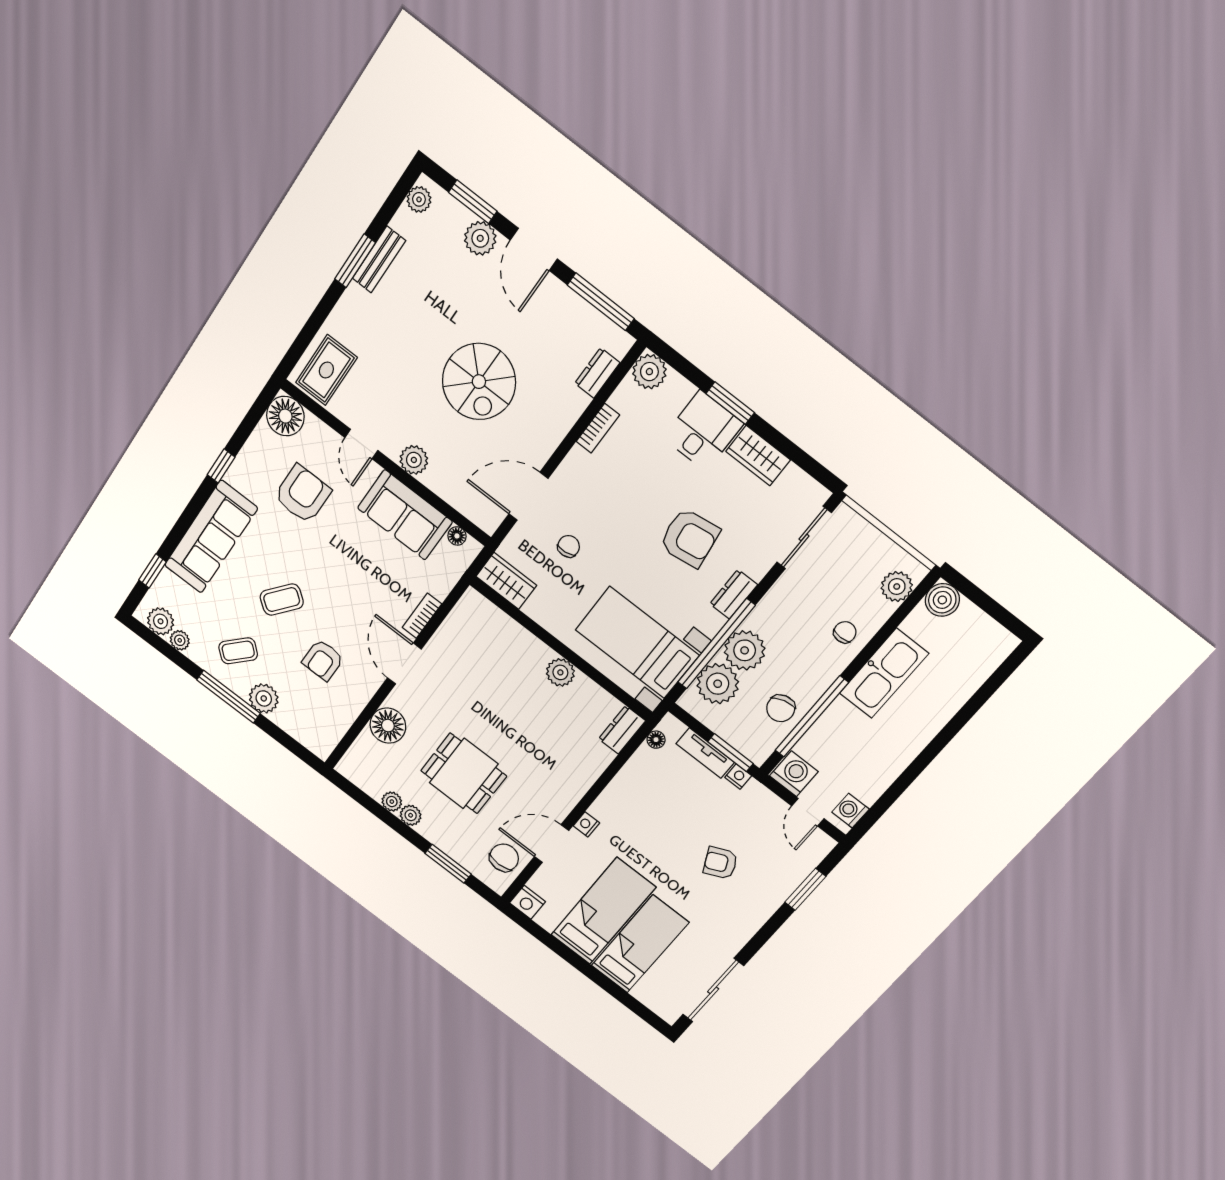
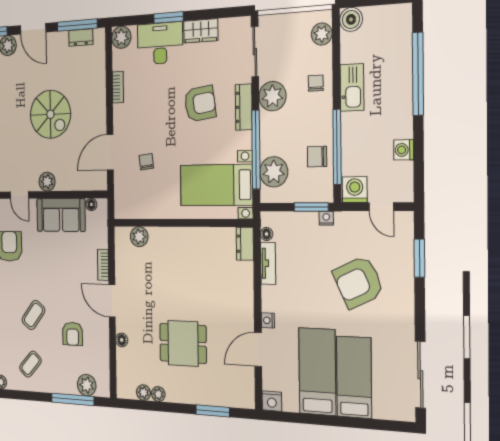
dresser: (597, 373) -> (81, 37), moved, turned -90
desk: (703, 431) -> (160, 43), width x1.37
wardrobe: (506, 581) -> (130, 208), removed
dresser: (734, 594) -> (244, 107), width x1.44
plant: (745, 650) -> (272, 96), moved
plant: (560, 672) -> (139, 237), moved
kitchen sink: (884, 673) -> (352, 87), width x0.73, depth x0.81
window: (228, 697) -> (73, 399), moved
plant: (264, 698) -> (87, 385), moved
chair: (781, 708) -> (317, 157), turned 105
window: (962, 717) -> (418, 74), added
floor lamp: (388, 726) -> (122, 340), width x0.53, depth x0.53
tv unit: (705, 753) -> (268, 263), moved, turned -90
washing machine: (850, 811) -> (404, 150), moved
plant: (411, 815) -> (143, 393), moved
chair: (504, 858) -> (239, 381), removed
armchair: (720, 863) -> (358, 282), width x1.88, depth x1.88

